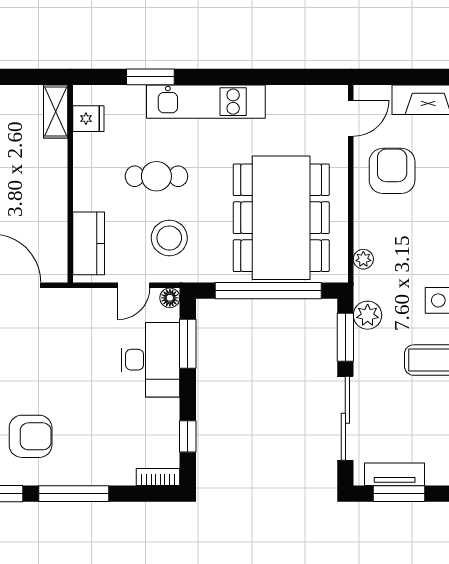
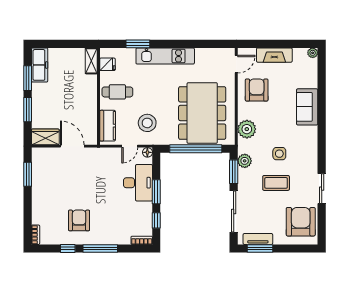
cafe table: (156, 176) -> (117, 92), moved
plant: (363, 259) -> (247, 129), width x1.88, depth x1.88
window: (188, 344) -> (156, 192), moved
armchair: (31, 436) -> (79, 220), turned -90

